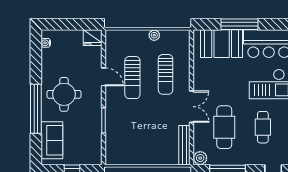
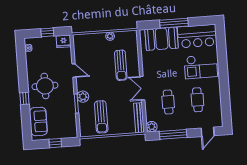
window: (72, 24) -> (47, 32), added
sun lounger: (132, 78) -> (101, 117), moved
double door: (192, 107) -> (142, 88), swing flipped
window: (36, 109) -> (24, 98), width x0.32
plant: (113, 112) -> (83, 97), added
cafe table: (224, 127) -> (168, 102), width x0.73, depth x0.74

